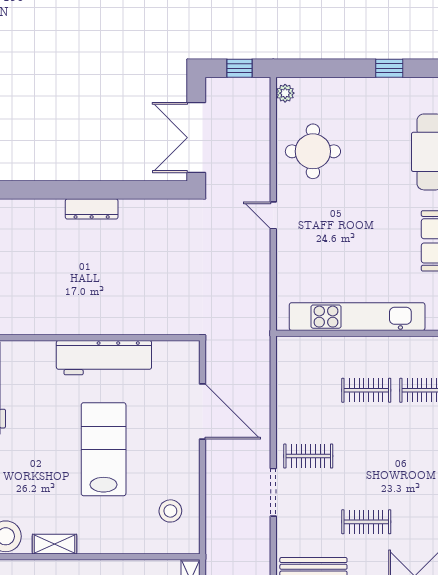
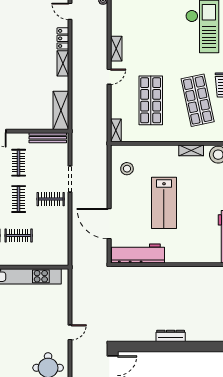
door: (273, 215) -> (70, 332), hinge flipped
workbench: (104, 358) -> (138, 254), moved
clothes rail: (366, 456) -> (19, 199), added
clothes rail: (366, 522) -> (19, 163), turned 90

